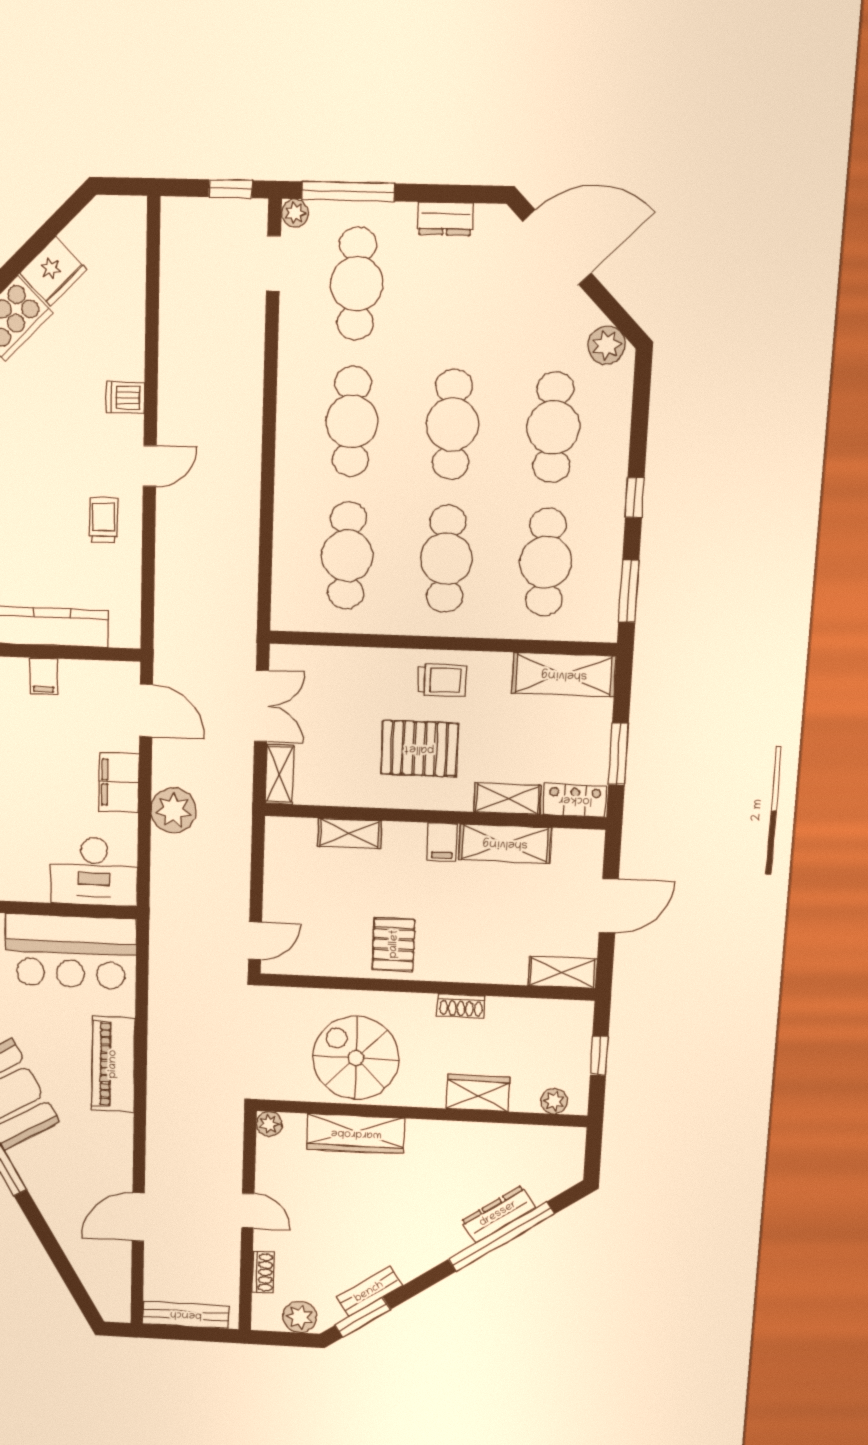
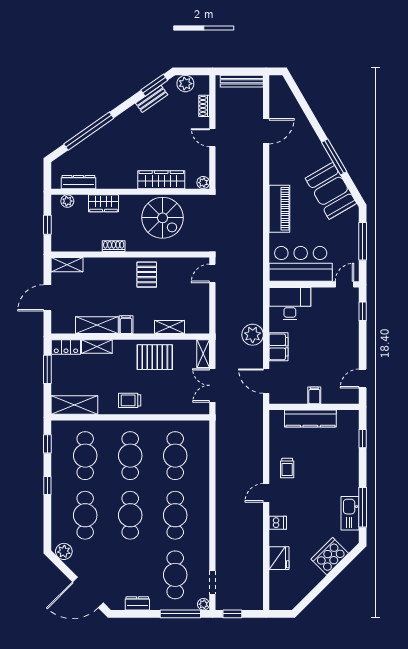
fridge: (53, 271) -> (279, 558), moved, turned 135
window: (629, 591) -> (47, 444), width x0.67
pallet: (419, 749) -> (155, 357), moved
dresser: (498, 1214) -> (78, 182), moved, turned -145

